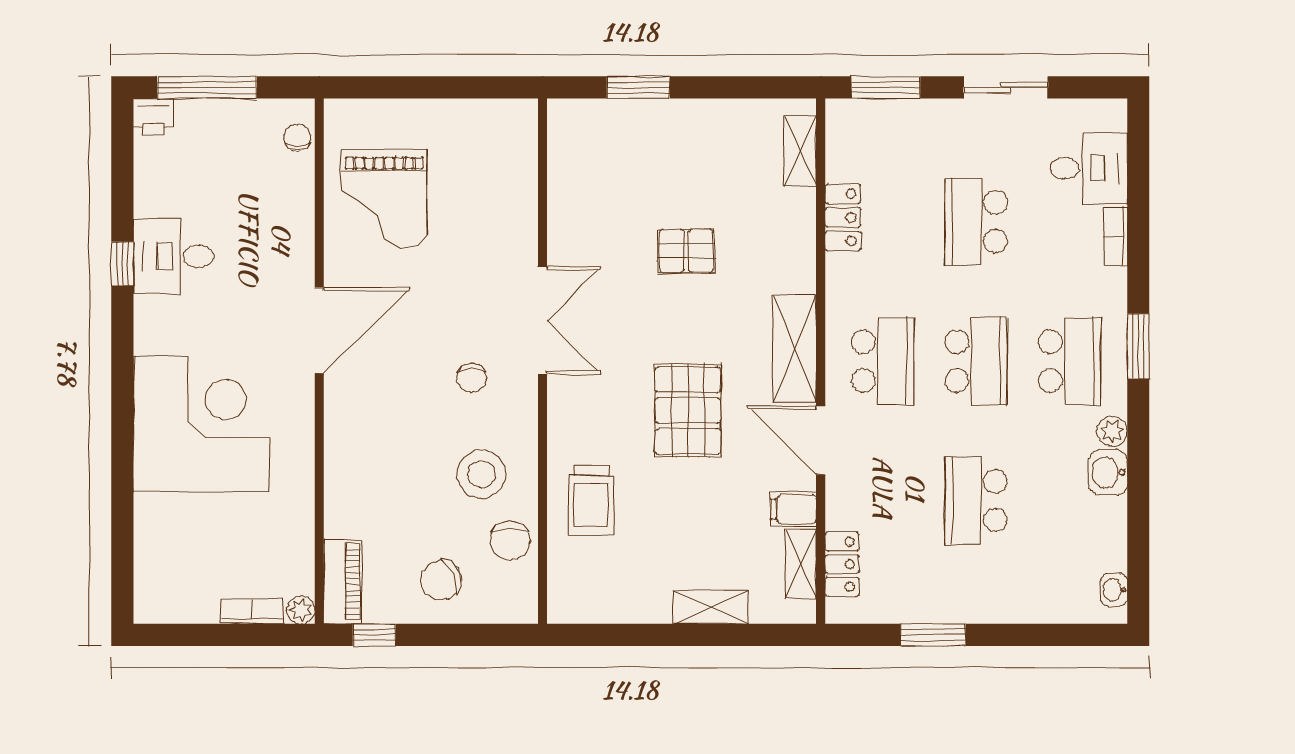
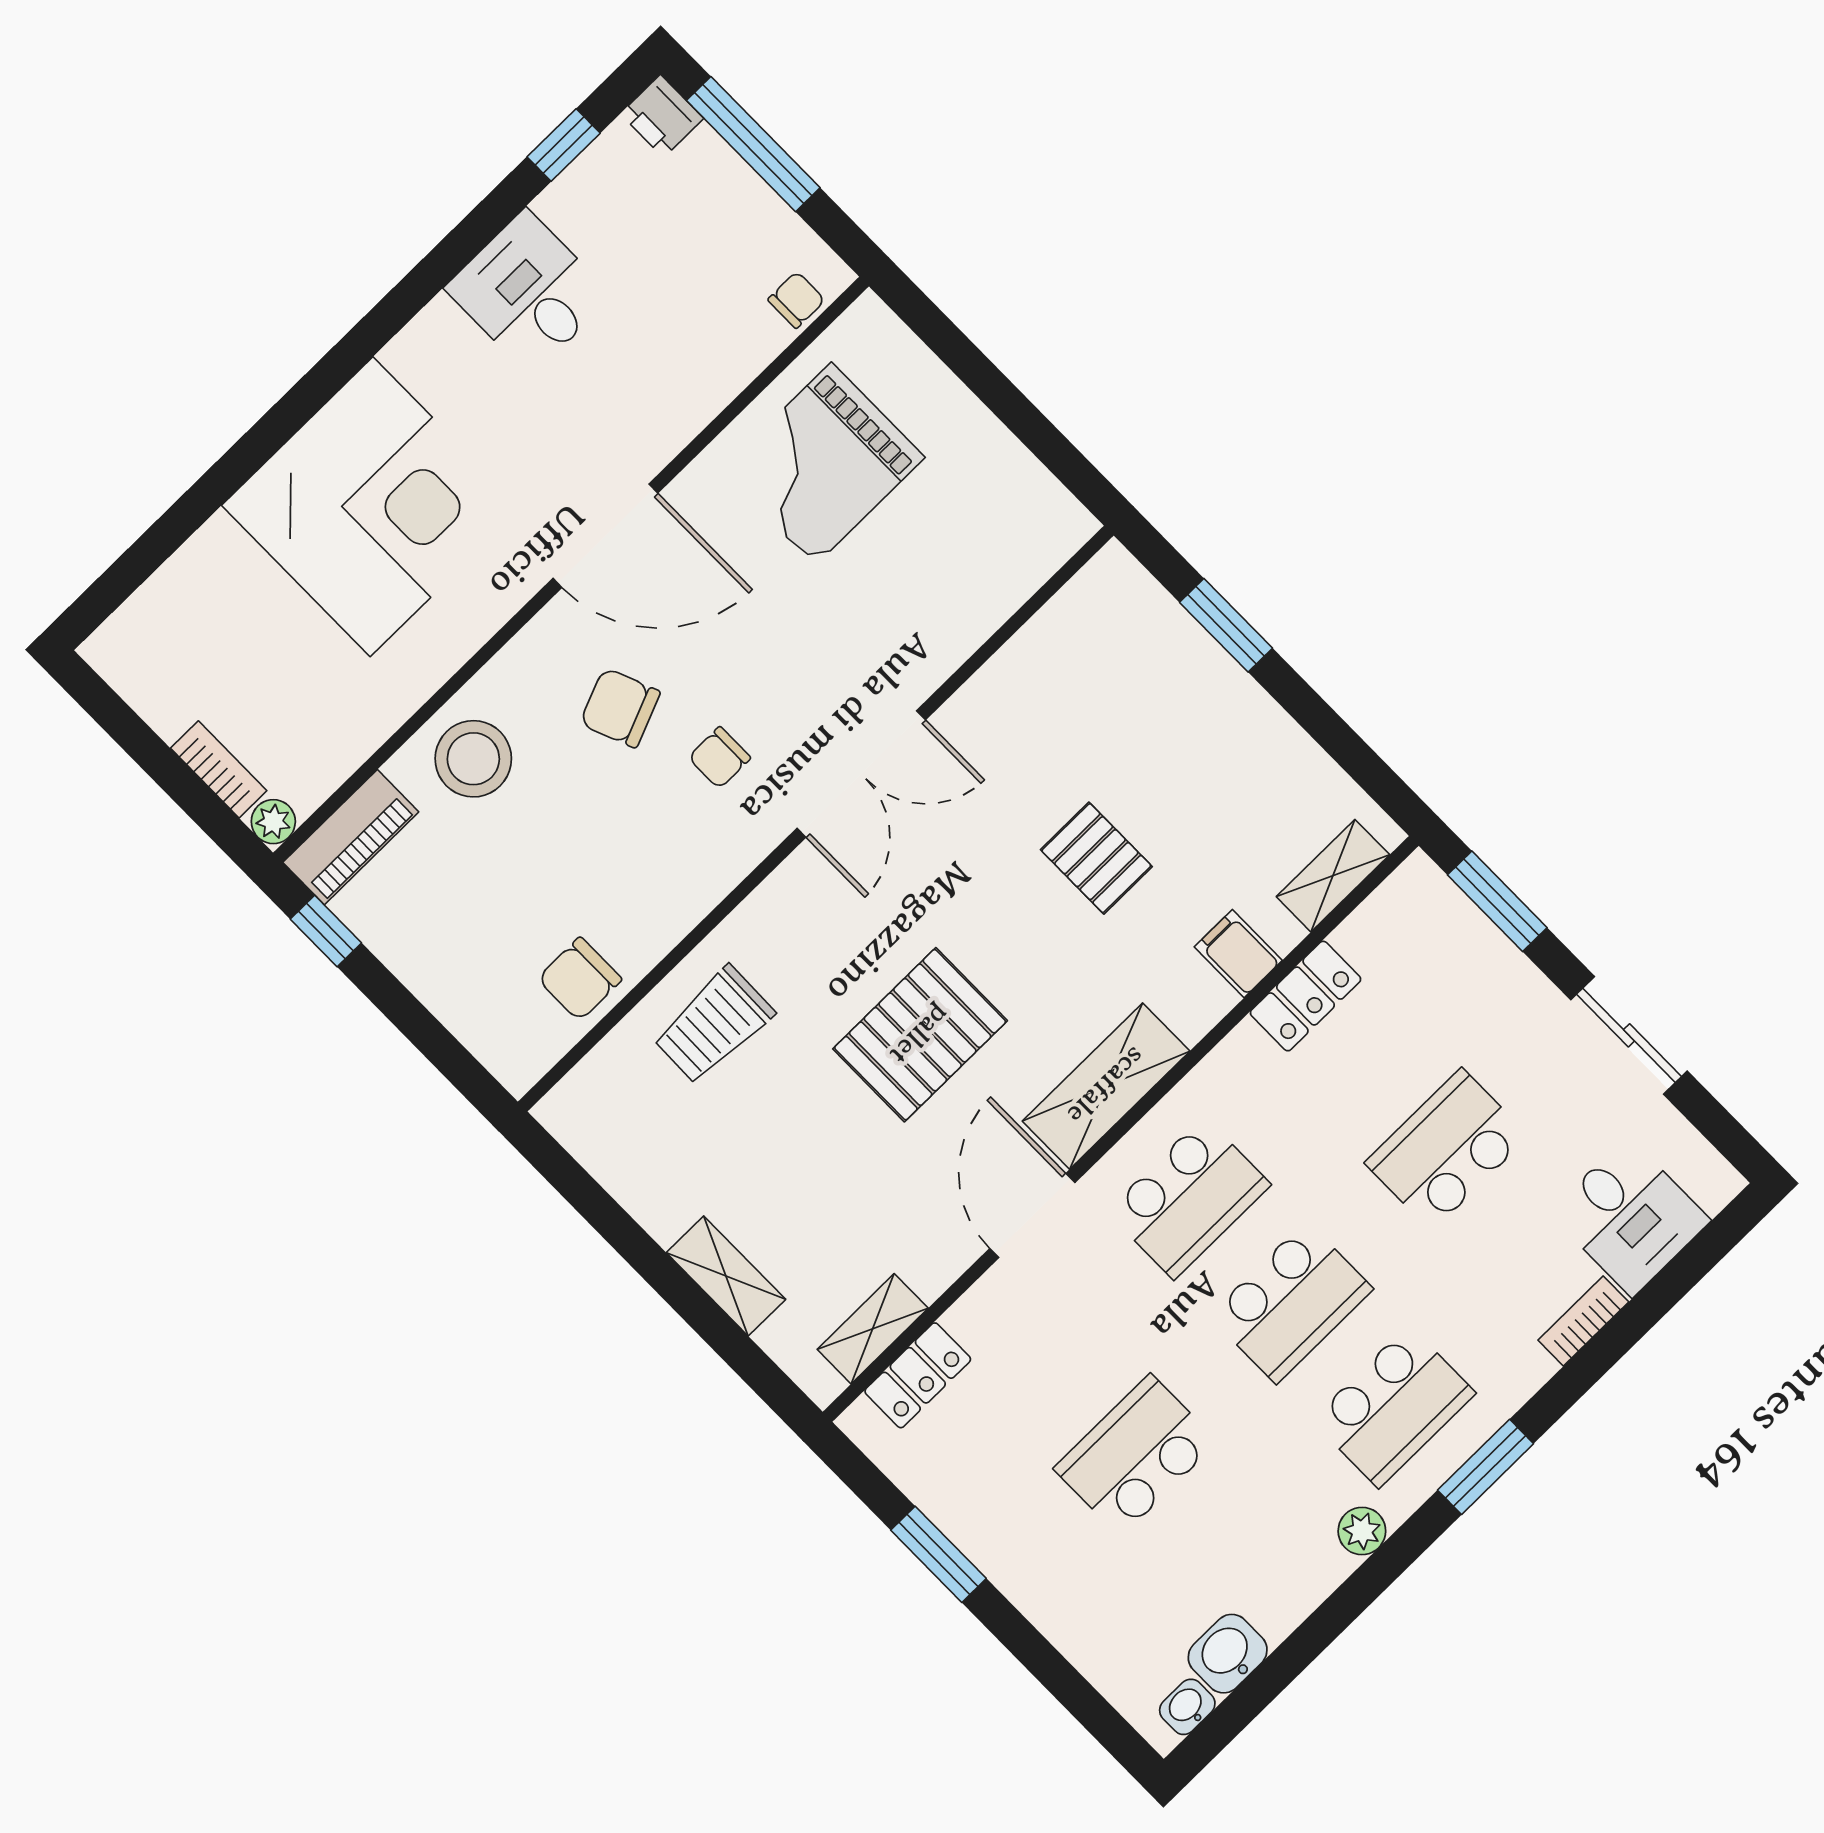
window: (122, 264) -> (564, 145), moved
washbasin: (1108, 472) -> (1228, 1654), moved
stool: (482, 474) -> (473, 759), moved
filing cabinet: (793, 509) -> (1238, 954), moved
chair: (441, 580) -> (620, 708), moved

